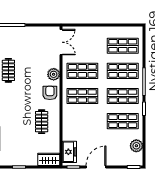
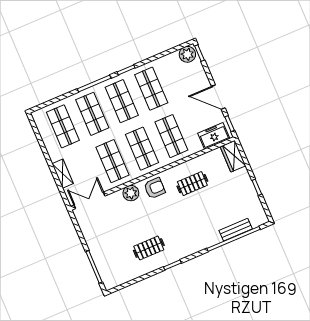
shelving: (89, 31) -> (63, 174), added
armchair: (50, 93) -> (155, 188), turned 180
shop shelf: (82, 121) -> (171, 136), added
plant: (136, 146) -> (187, 54), moved

